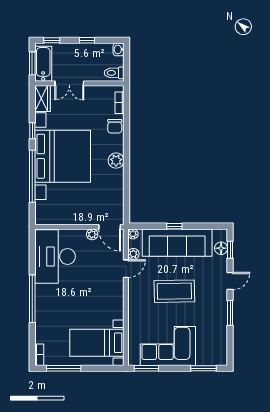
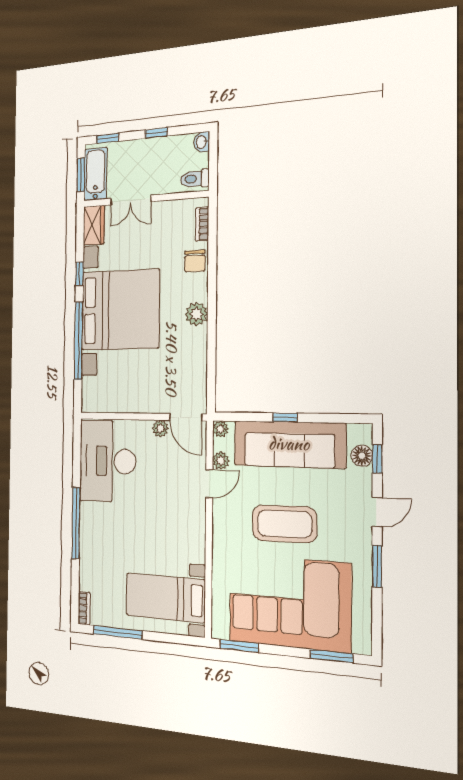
corner sofa: (168, 346) -> (289, 603), width x1.36, depth x1.36

